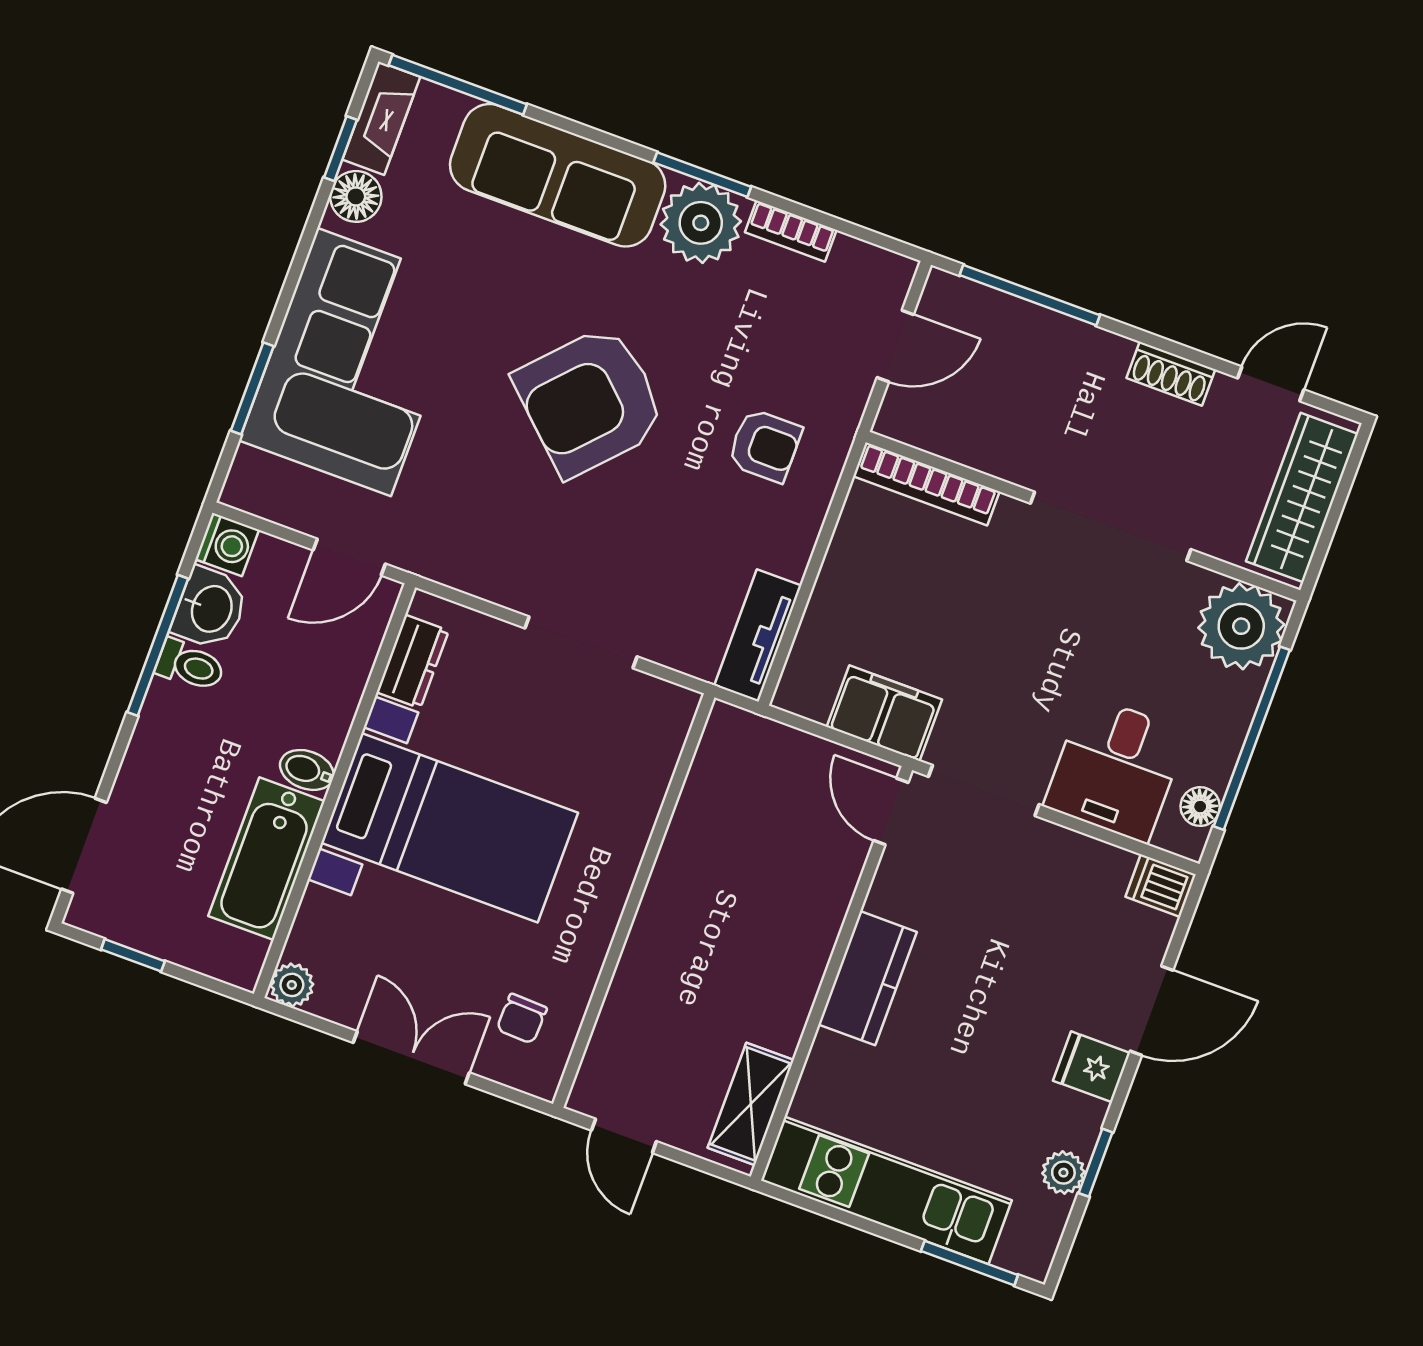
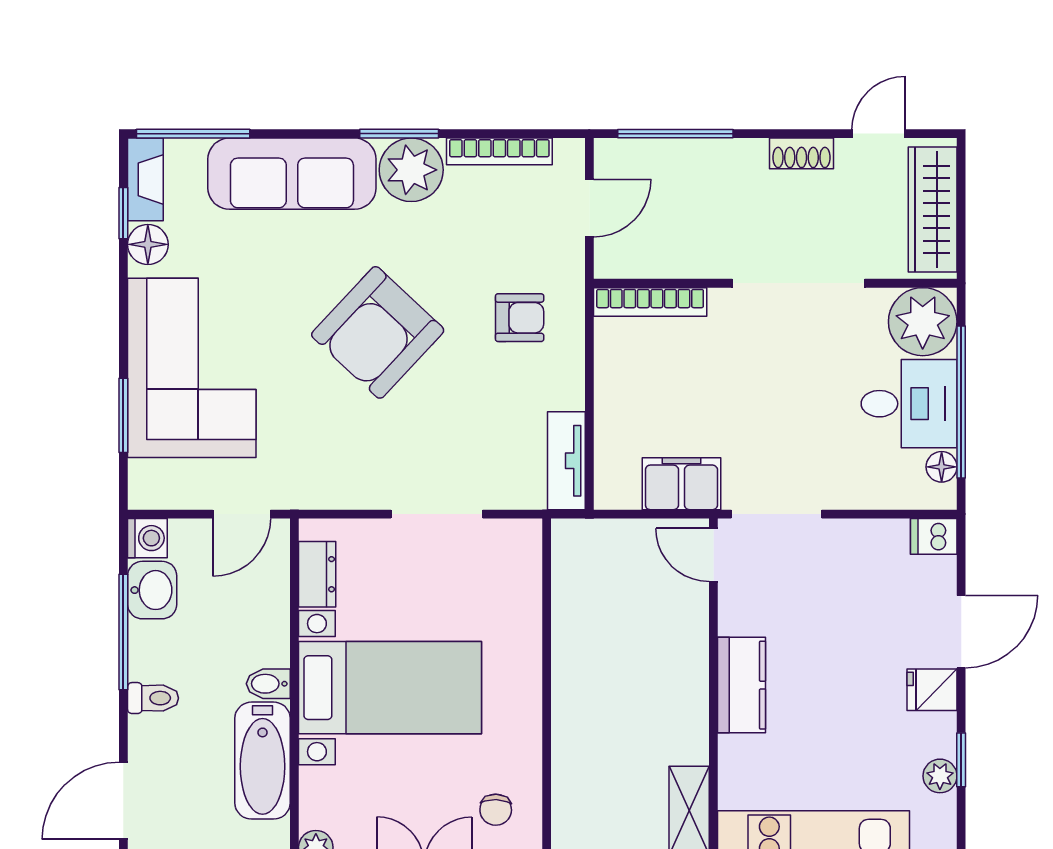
bookcase: (791, 231) -> (499, 151), width x1.56
toilet: (190, 665) -> (153, 698), moved
desk: (1116, 769) -> (909, 404), moved, turned -90

